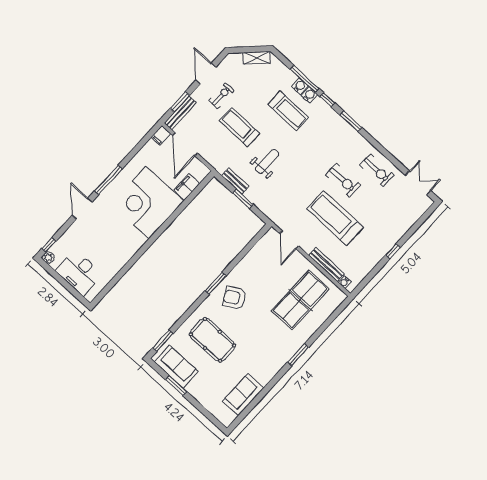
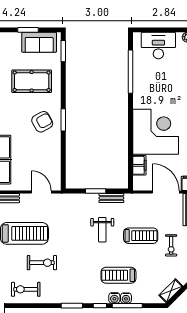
exercise bike: (343, 180) -> (42, 263), turned 180
window: (122, 272) -> (130, 72), added

